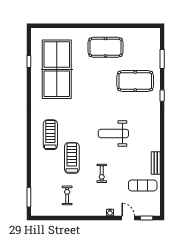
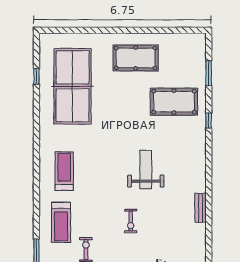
weight bench: (113, 133) -> (146, 169), turned 90
treadmill: (72, 158) -> (61, 222), moved, turned 180
exercise mat: (143, 185) -> (184, 237), removed

